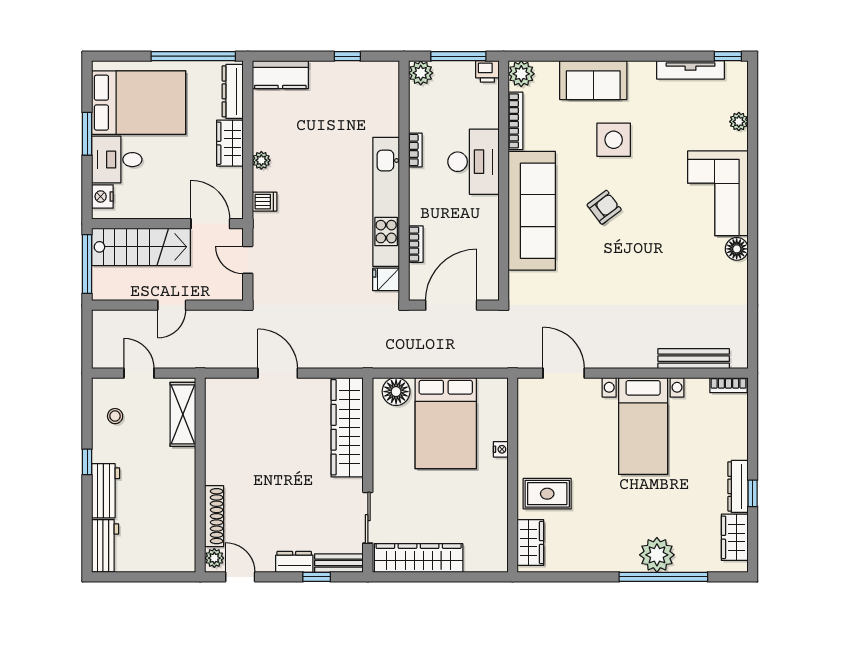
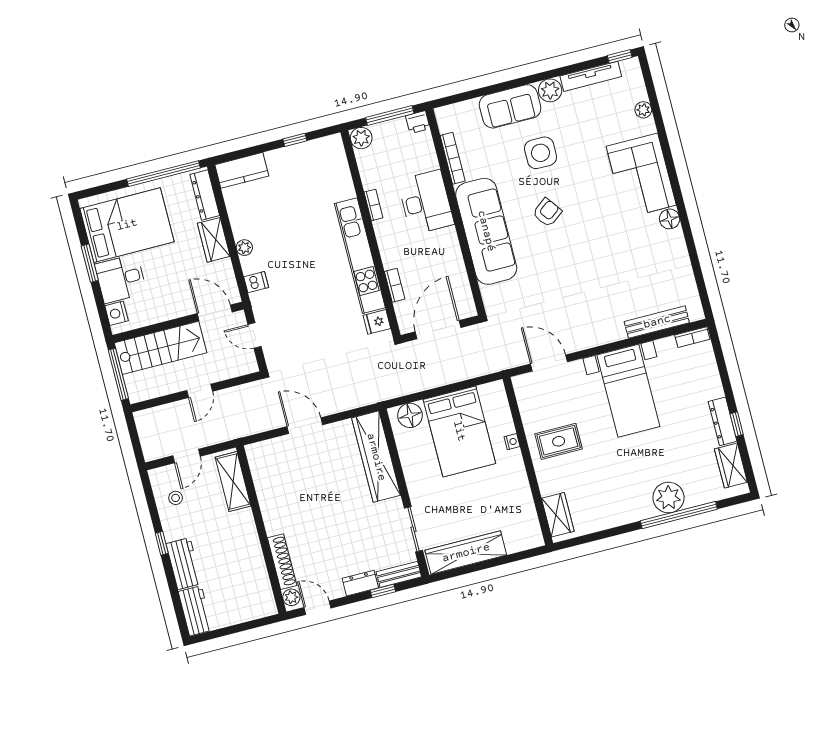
plant: (521, 74) -> (550, 90), moved
door: (139, 373) -> (187, 456), swing flipped
rug: (547, 494) -> (559, 441), moved

